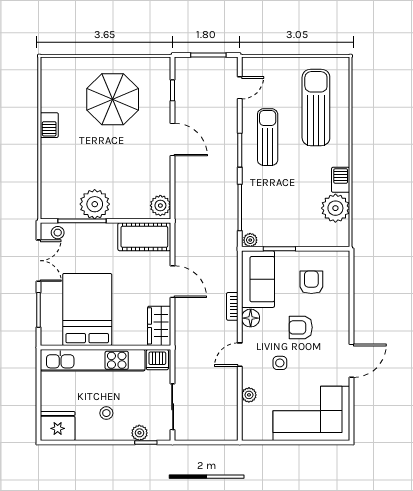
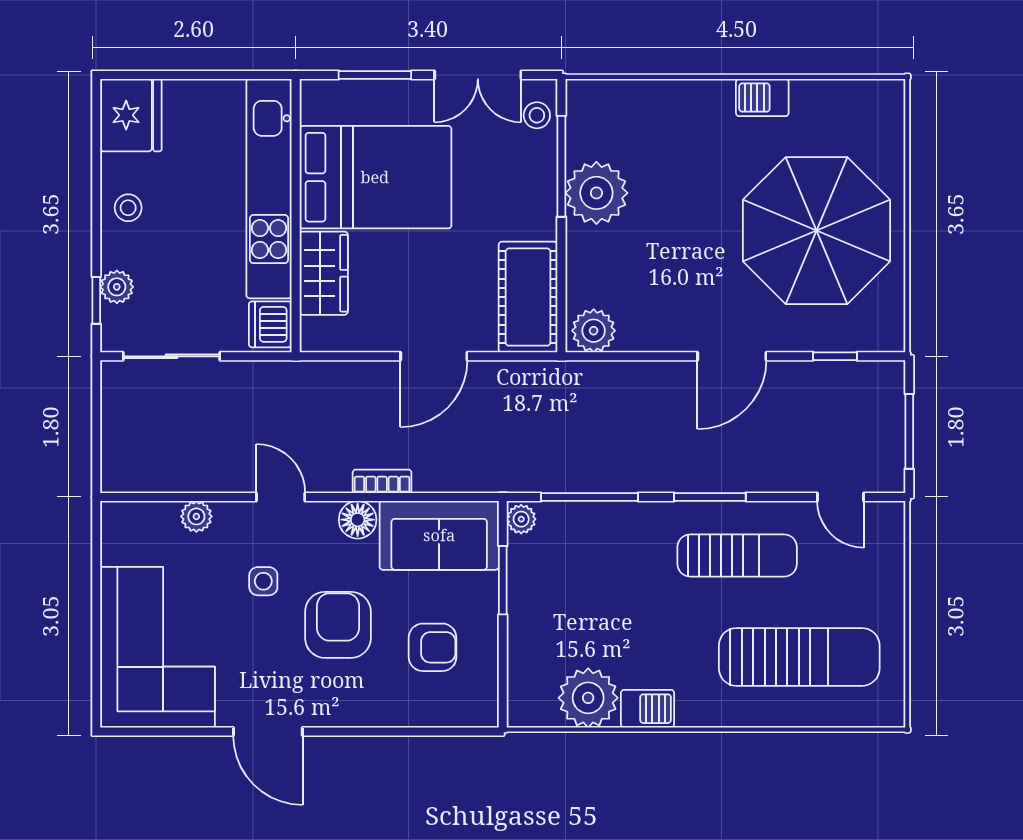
parasol: (113, 99) -> (816, 231), width x1.36, depth x1.36
wardrobe: (159, 326) -> (324, 273), moved, turned 90
armchair: (301, 327) -> (338, 625), width x1.38, depth x1.38
stool: (106, 413) -> (128, 208), moved

